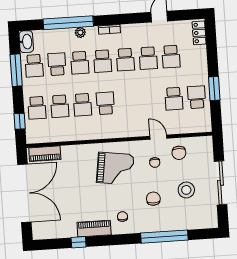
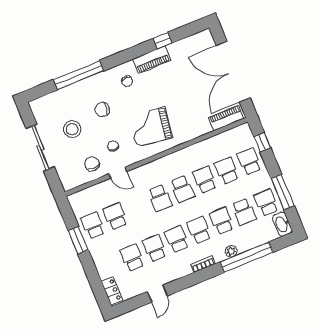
school desk: (197, 97) -> (93, 226), turned 180
school desk: (128, 102) -> (160, 198), added
chair: (153, 199) -> (102, 109), turned 97

